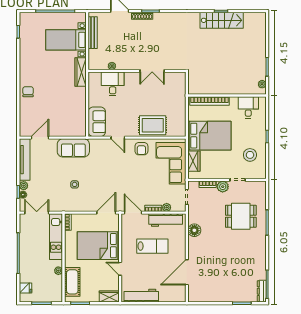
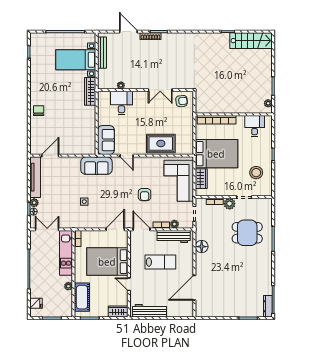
stairs: (222, 20) -> (251, 41), moved
armchair: (174, 82) -> (182, 101), added
sofa: (73, 148) -> (96, 166), moved
armchair: (141, 149) -> (145, 195), moved

